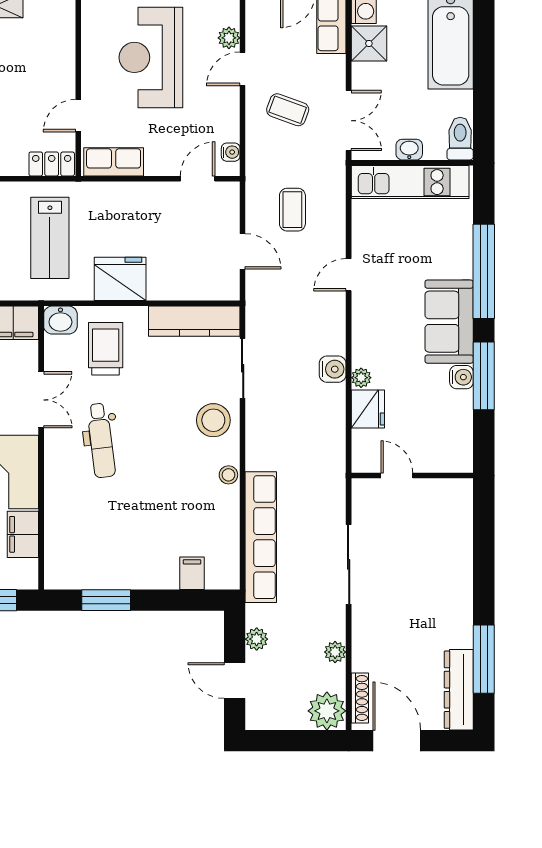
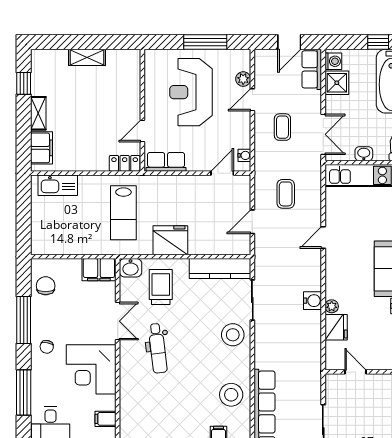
coffee table: (288, 110) -> (282, 127), turned 70
door: (243, 251) -> (252, 222), swing flipped
stool: (228, 475) -> (231, 395), moved, width x1.89, depth x1.89
filing cabinet: (23, 534) -> (105, 419), width x0.50

